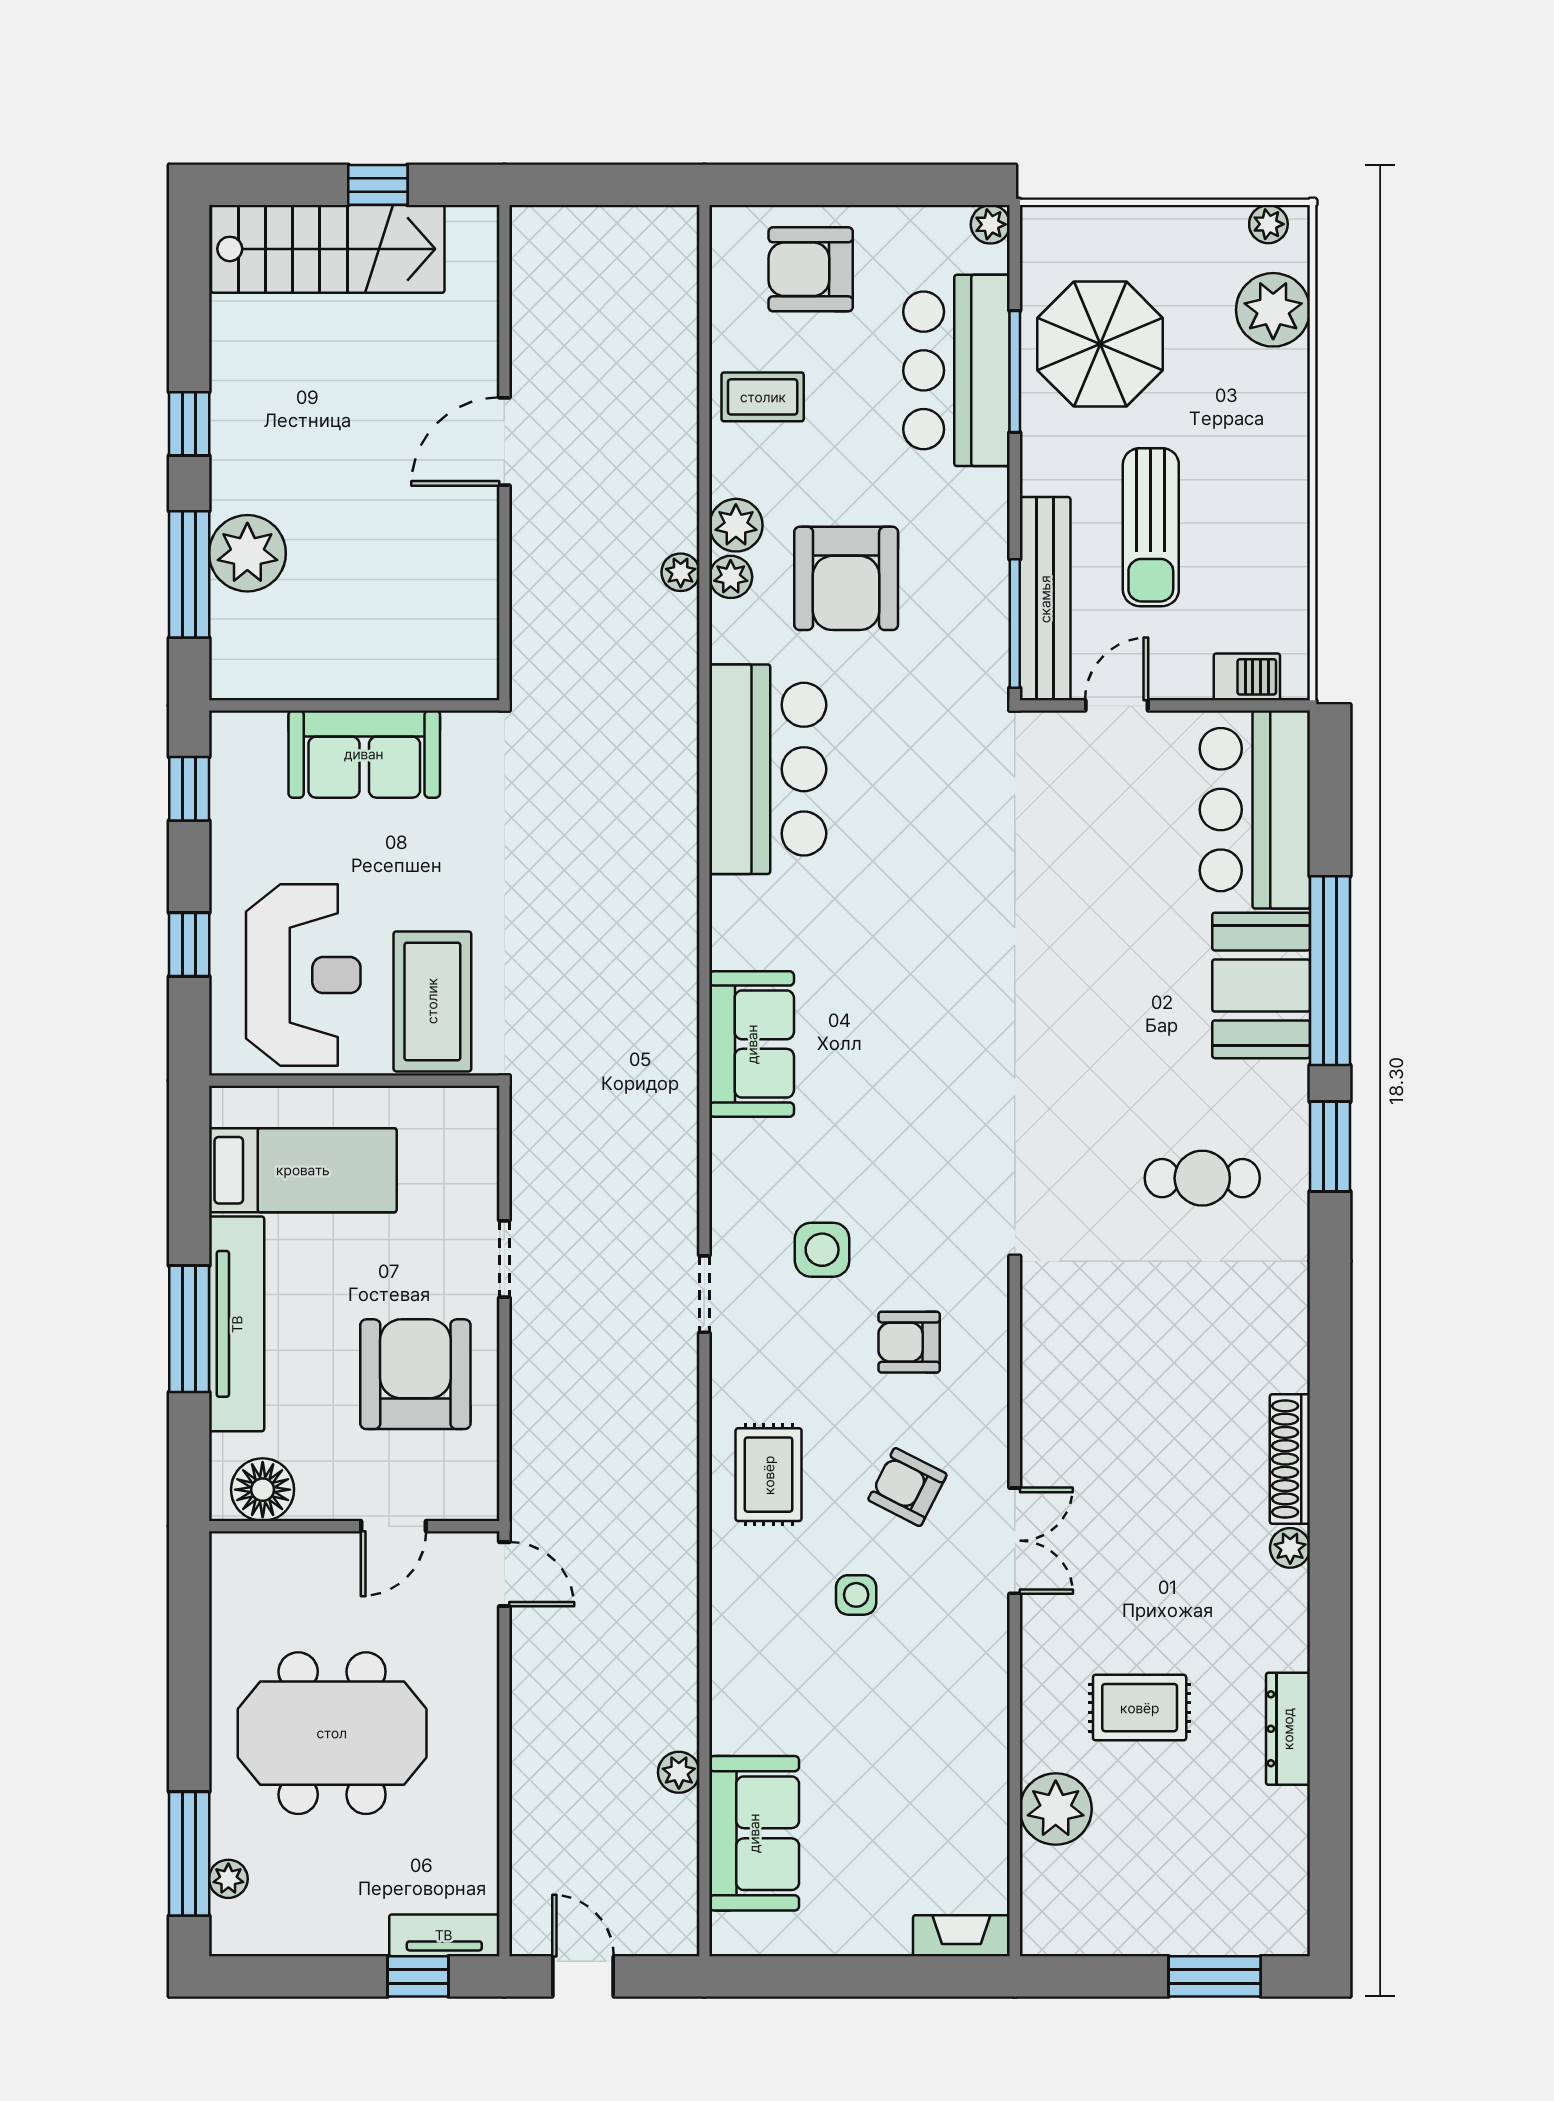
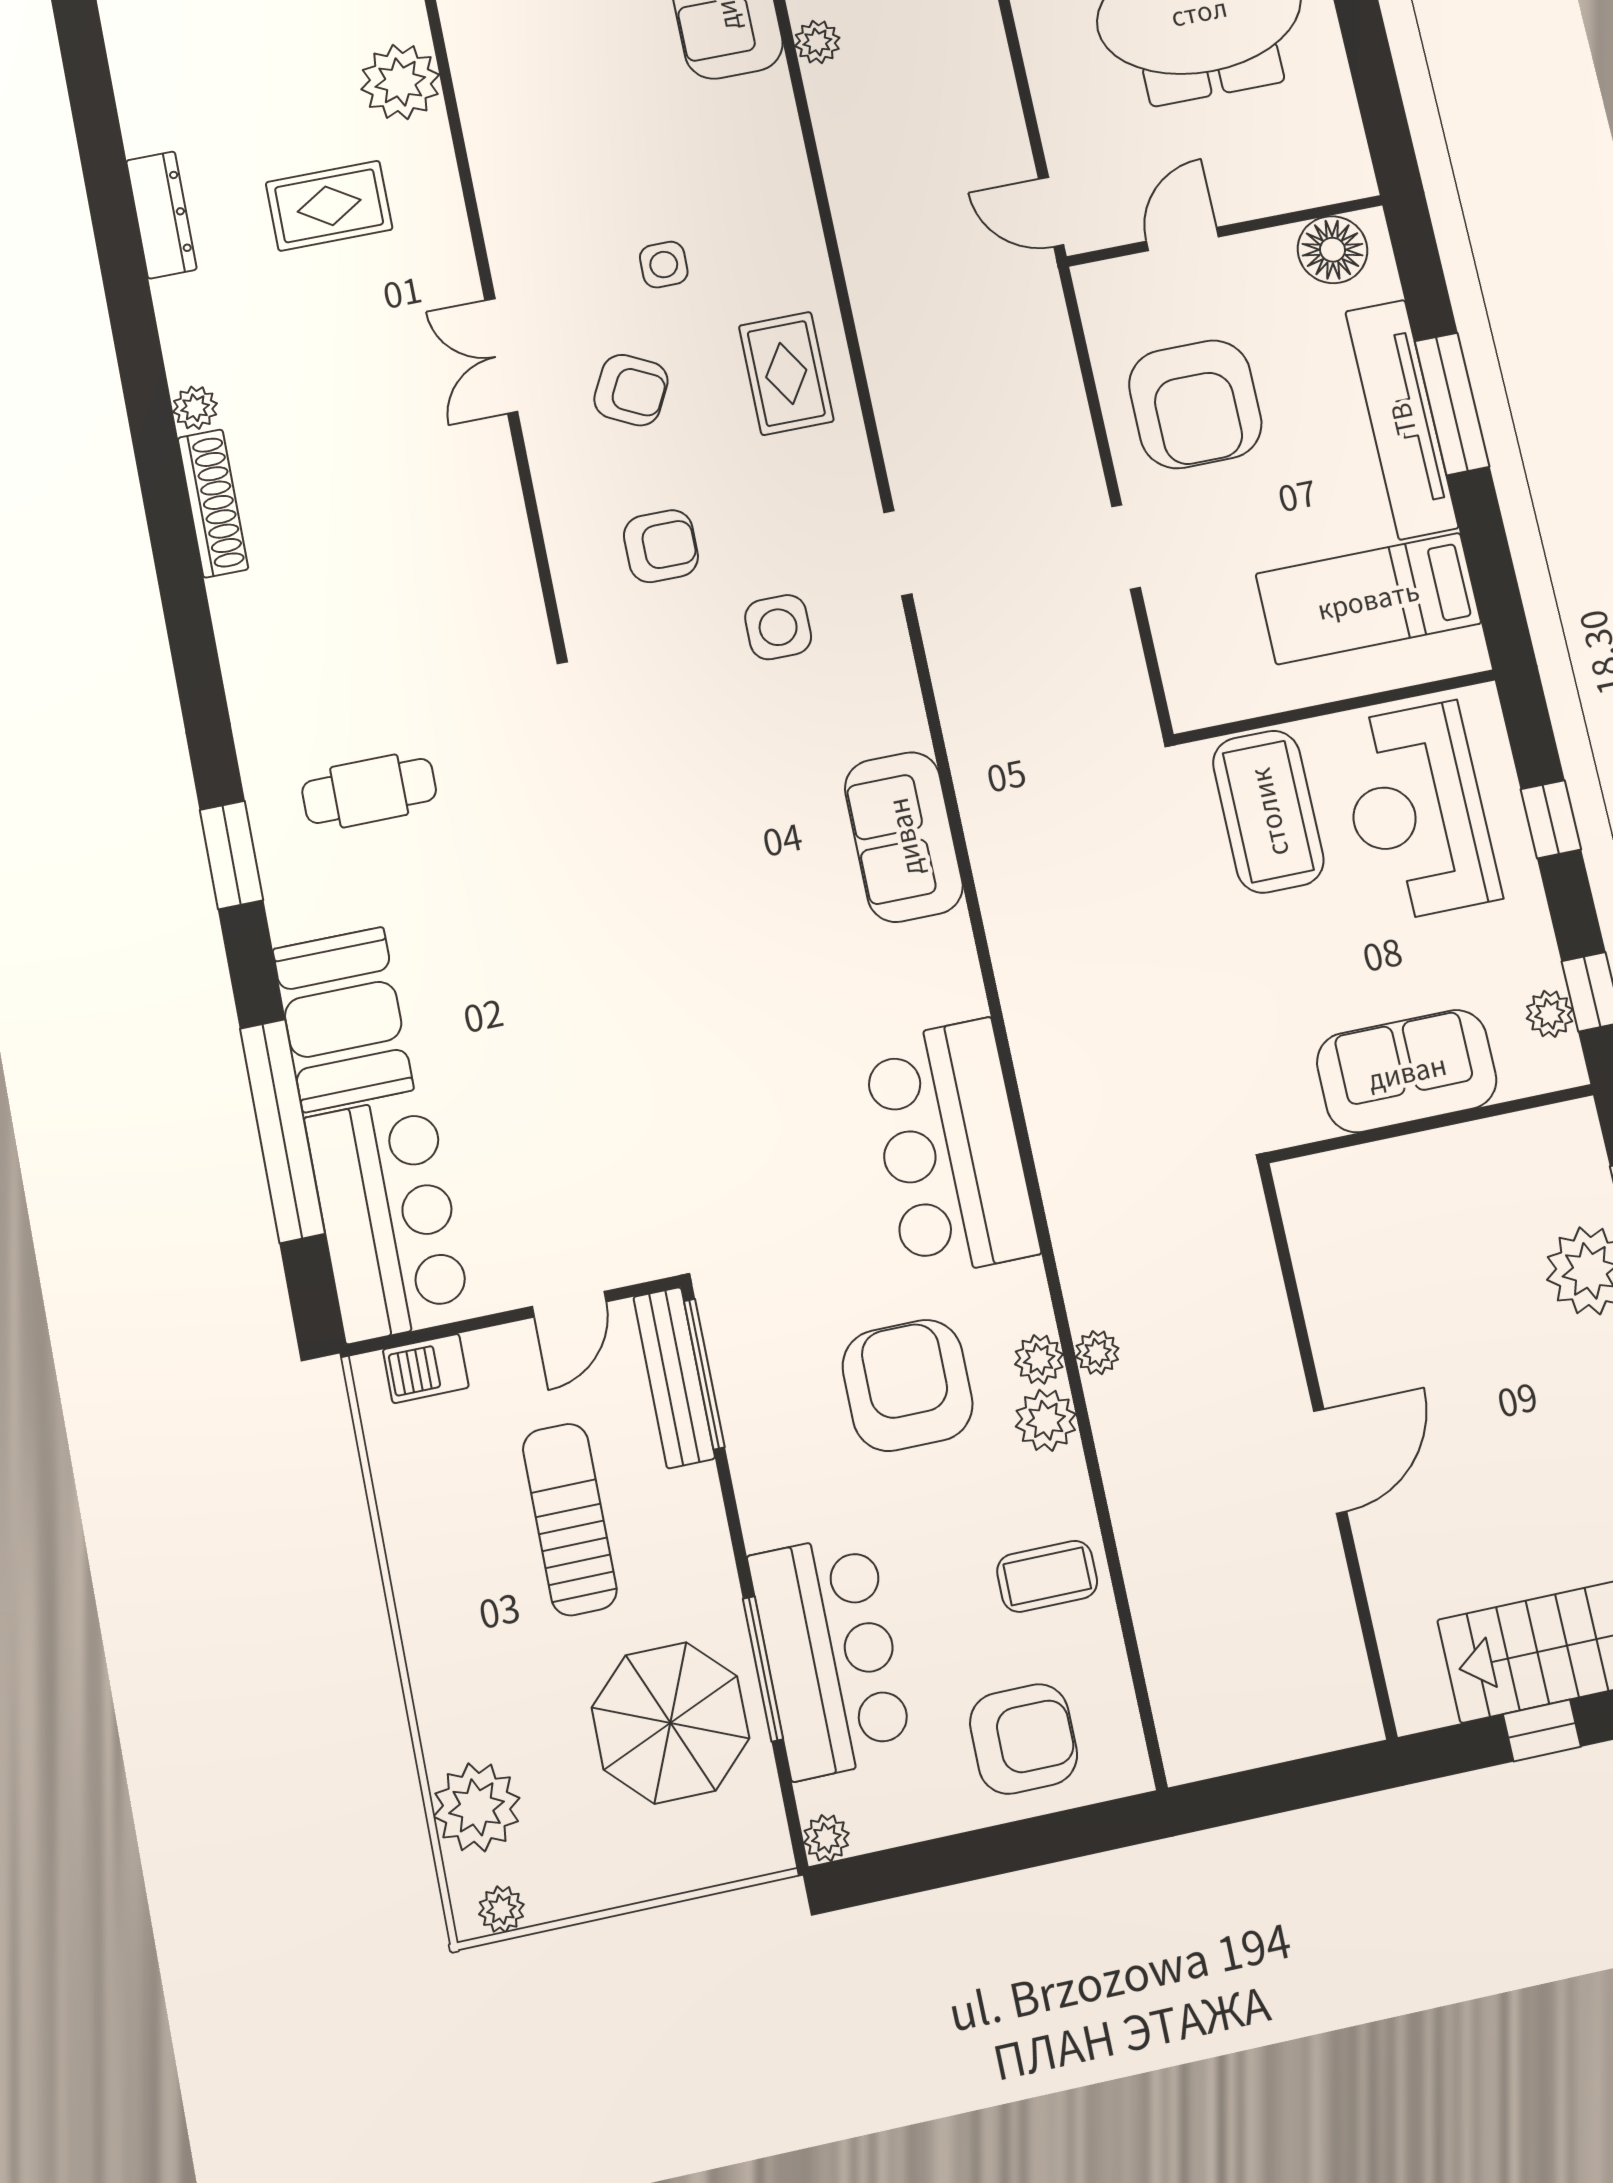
bench: (1045, 599) -> (674, 1378), width x0.73, depth x0.82
plant: (230, 777) -> (1550, 1014), added
window: (1330, 971) -> (282, 1131), moved

